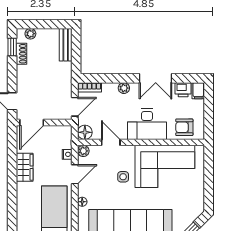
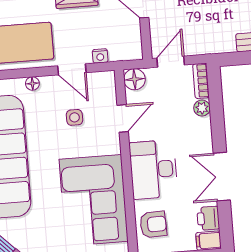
plant: (124, 88) -> (202, 108), moved
door: (75, 107) -> (171, 62), swing flipped
armchair: (184, 127) -> (153, 224), turned 88
plant: (83, 151) -> (107, 79), removed
side table: (123, 177) -> (74, 117), moved

